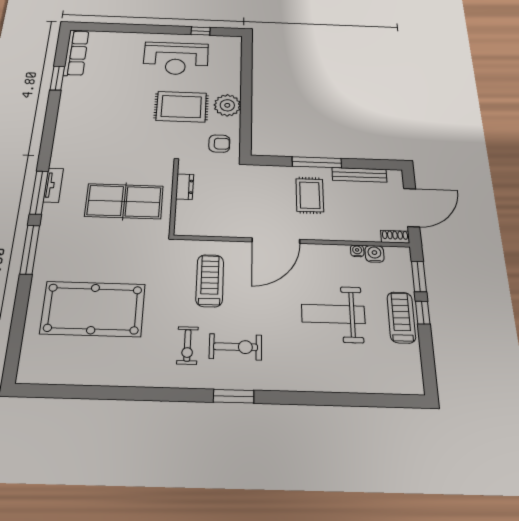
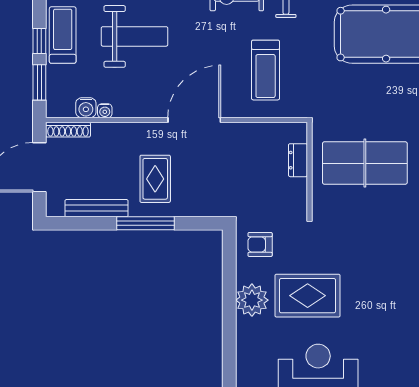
dresser: (185, 187) -> (298, 160), moved
shoe rack: (395, 237) -> (68, 130), width x1.43
treadmill: (401, 317) -> (63, 35), turned 180

